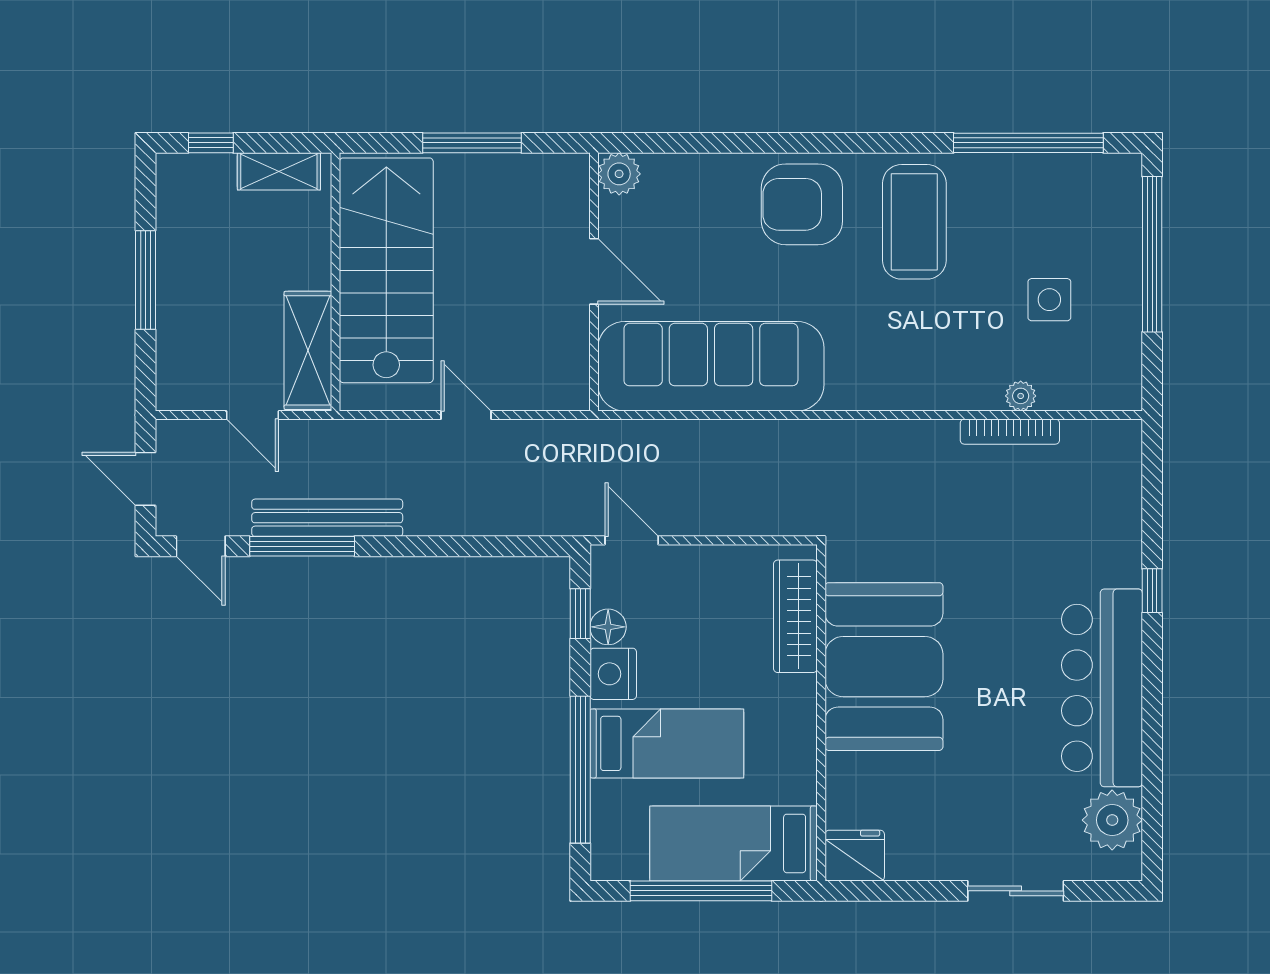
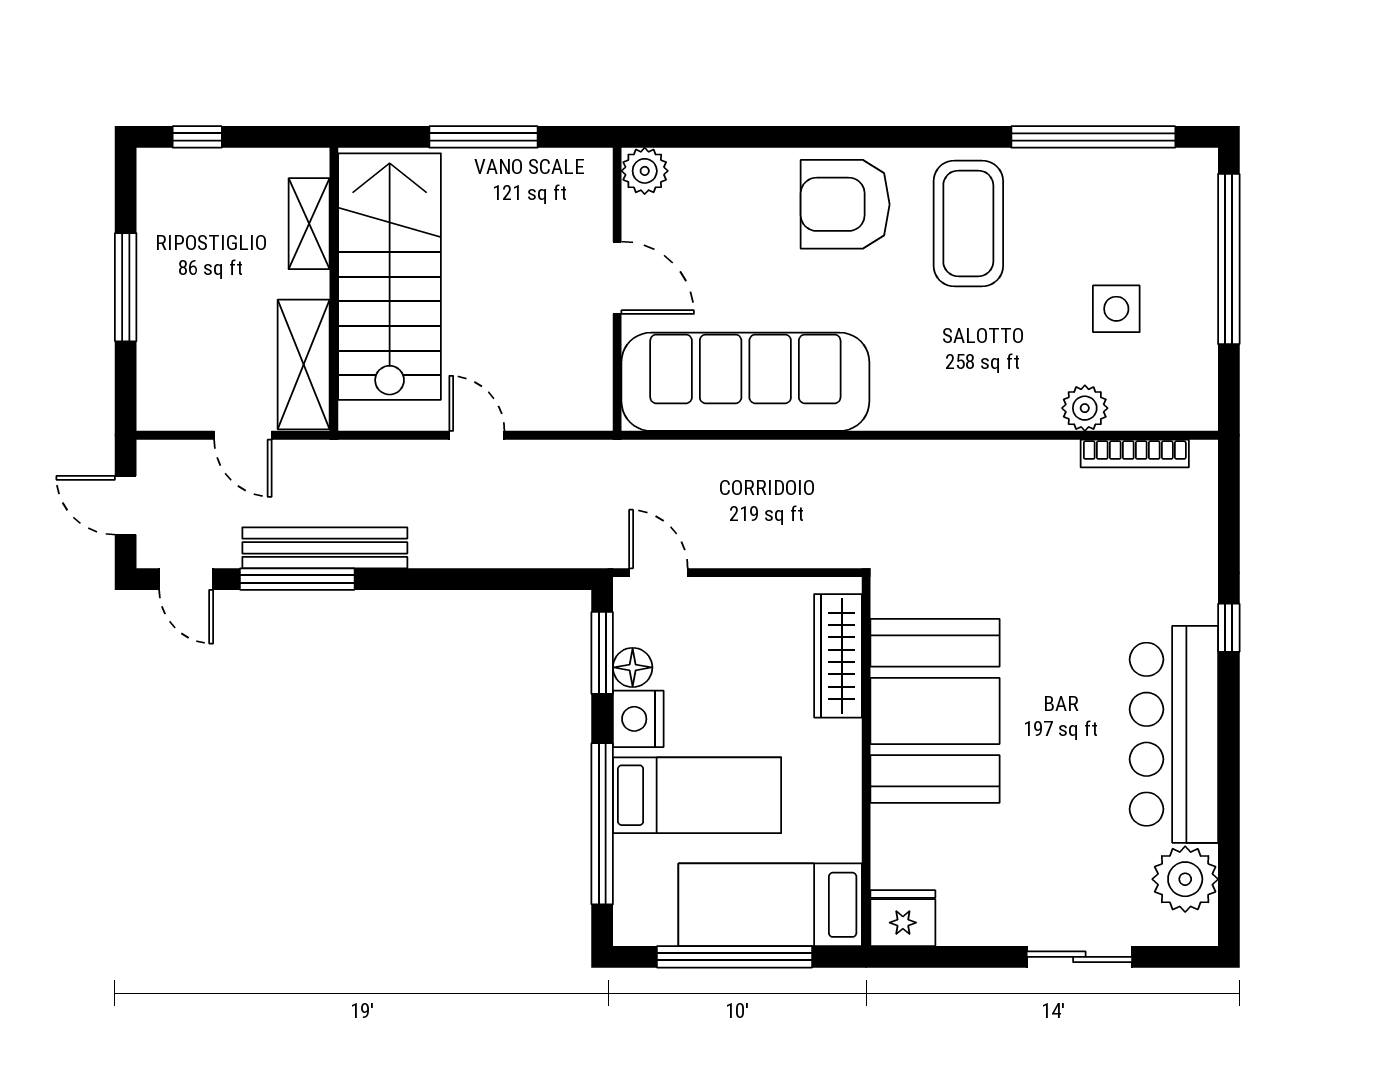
shelving: (279, 171) -> (309, 224), moved, turned 90
plant: (1021, 396) -> (1085, 408), width x1.38, depth x1.38
bookcase: (1010, 432) -> (1135, 453), moved
window: (580, 614) -> (602, 653), width x1.50

